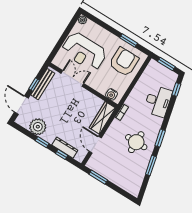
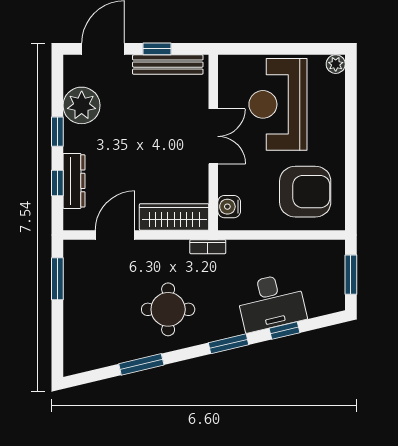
window: (129, 41) -> (351, 175), removed
double door: (72, 78) -> (213, 136), moved
window: (176, 89) -> (284, 330), moved
window: (160, 138) -> (229, 344), moved

